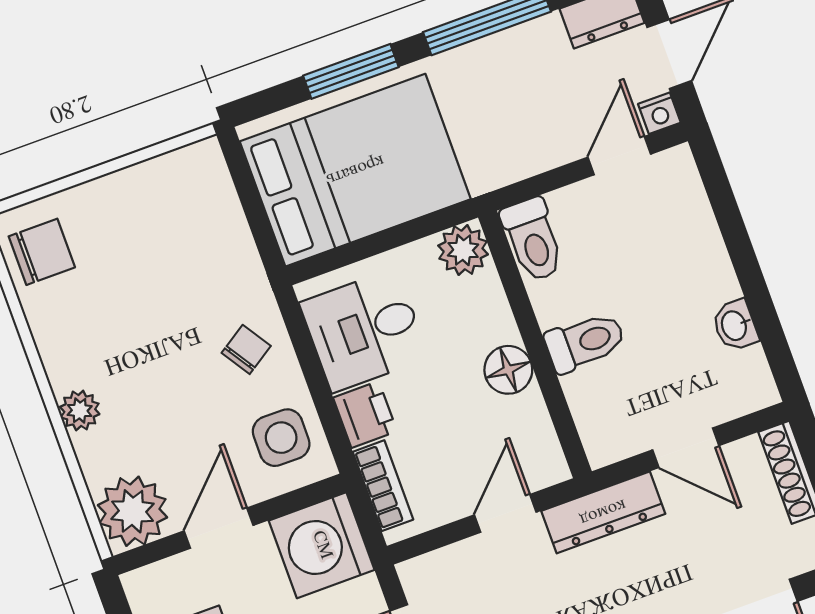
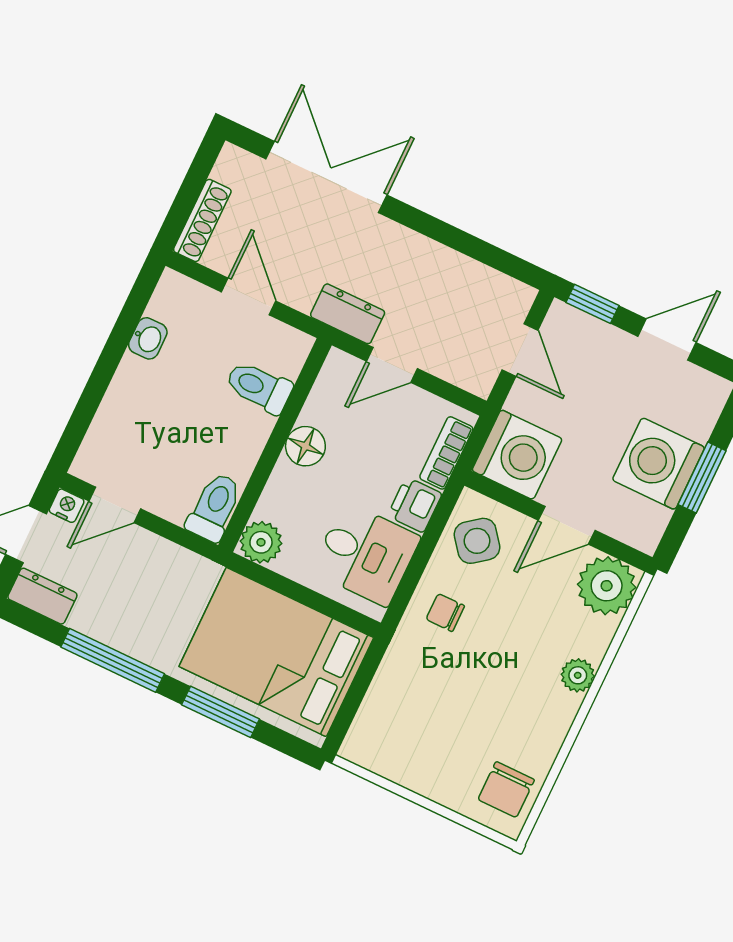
chair: (42, 252) -> (506, 790), turned -90
toilet: (585, 342) -> (259, 387), moved
chair: (246, 349) -> (445, 613), turned 33
side table: (281, 438) -> (477, 541), turned -38
dresser: (603, 512) -> (348, 314), width x0.70

